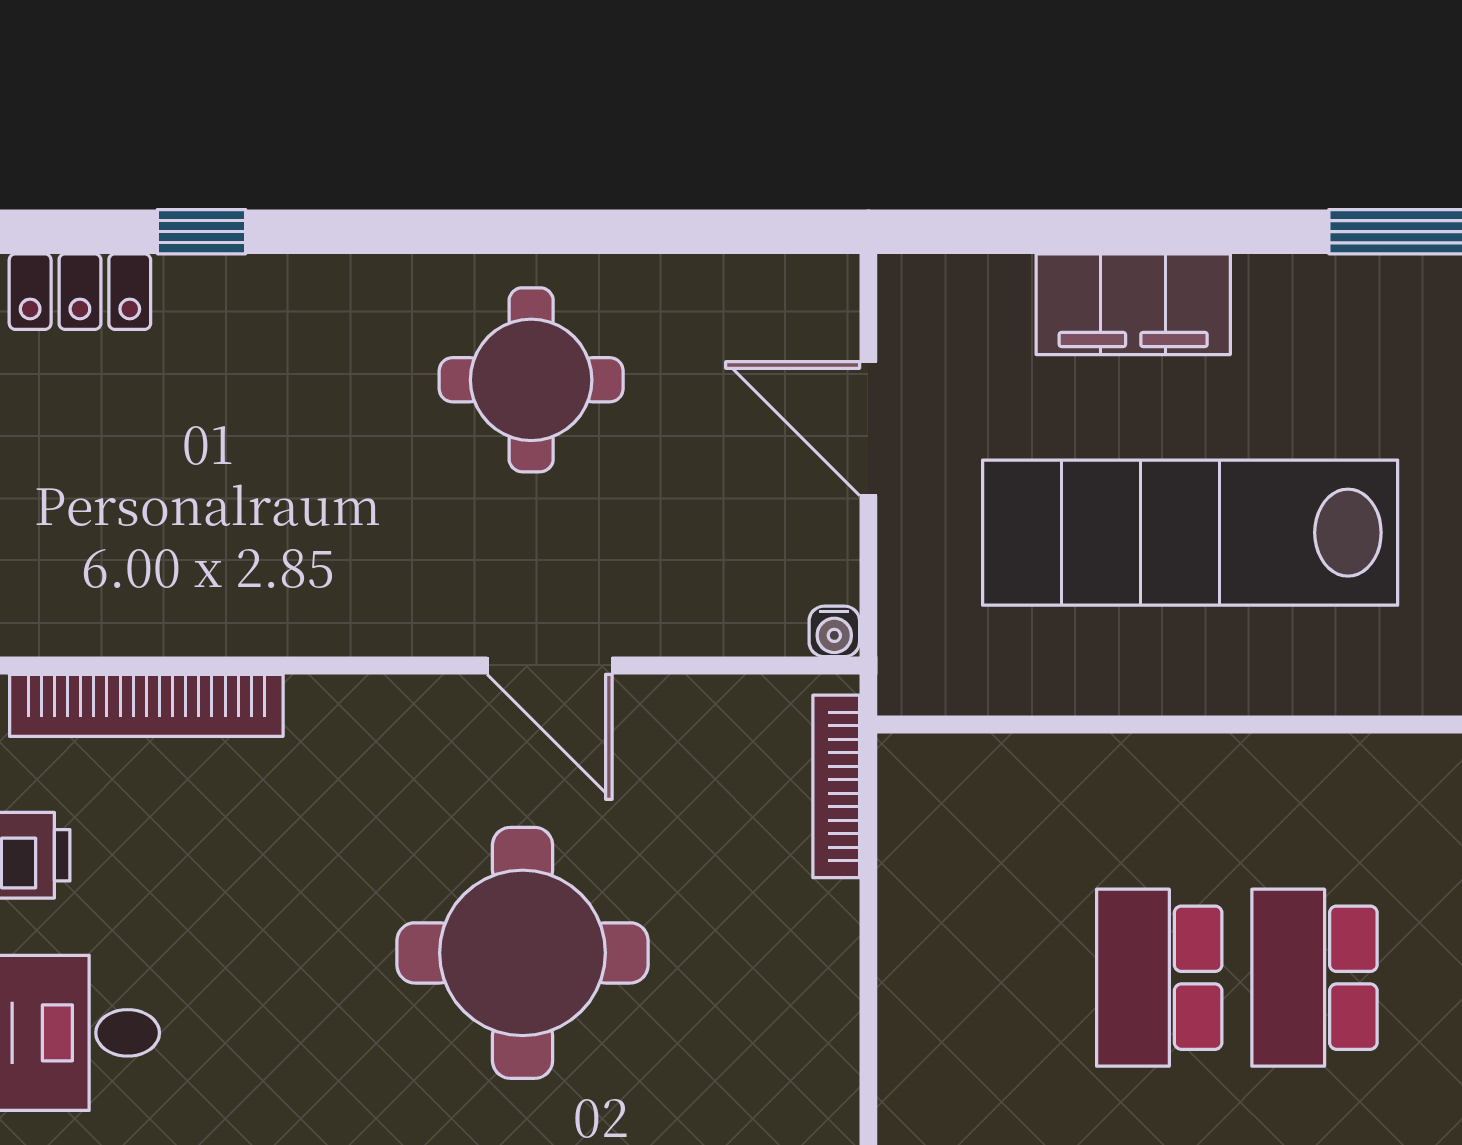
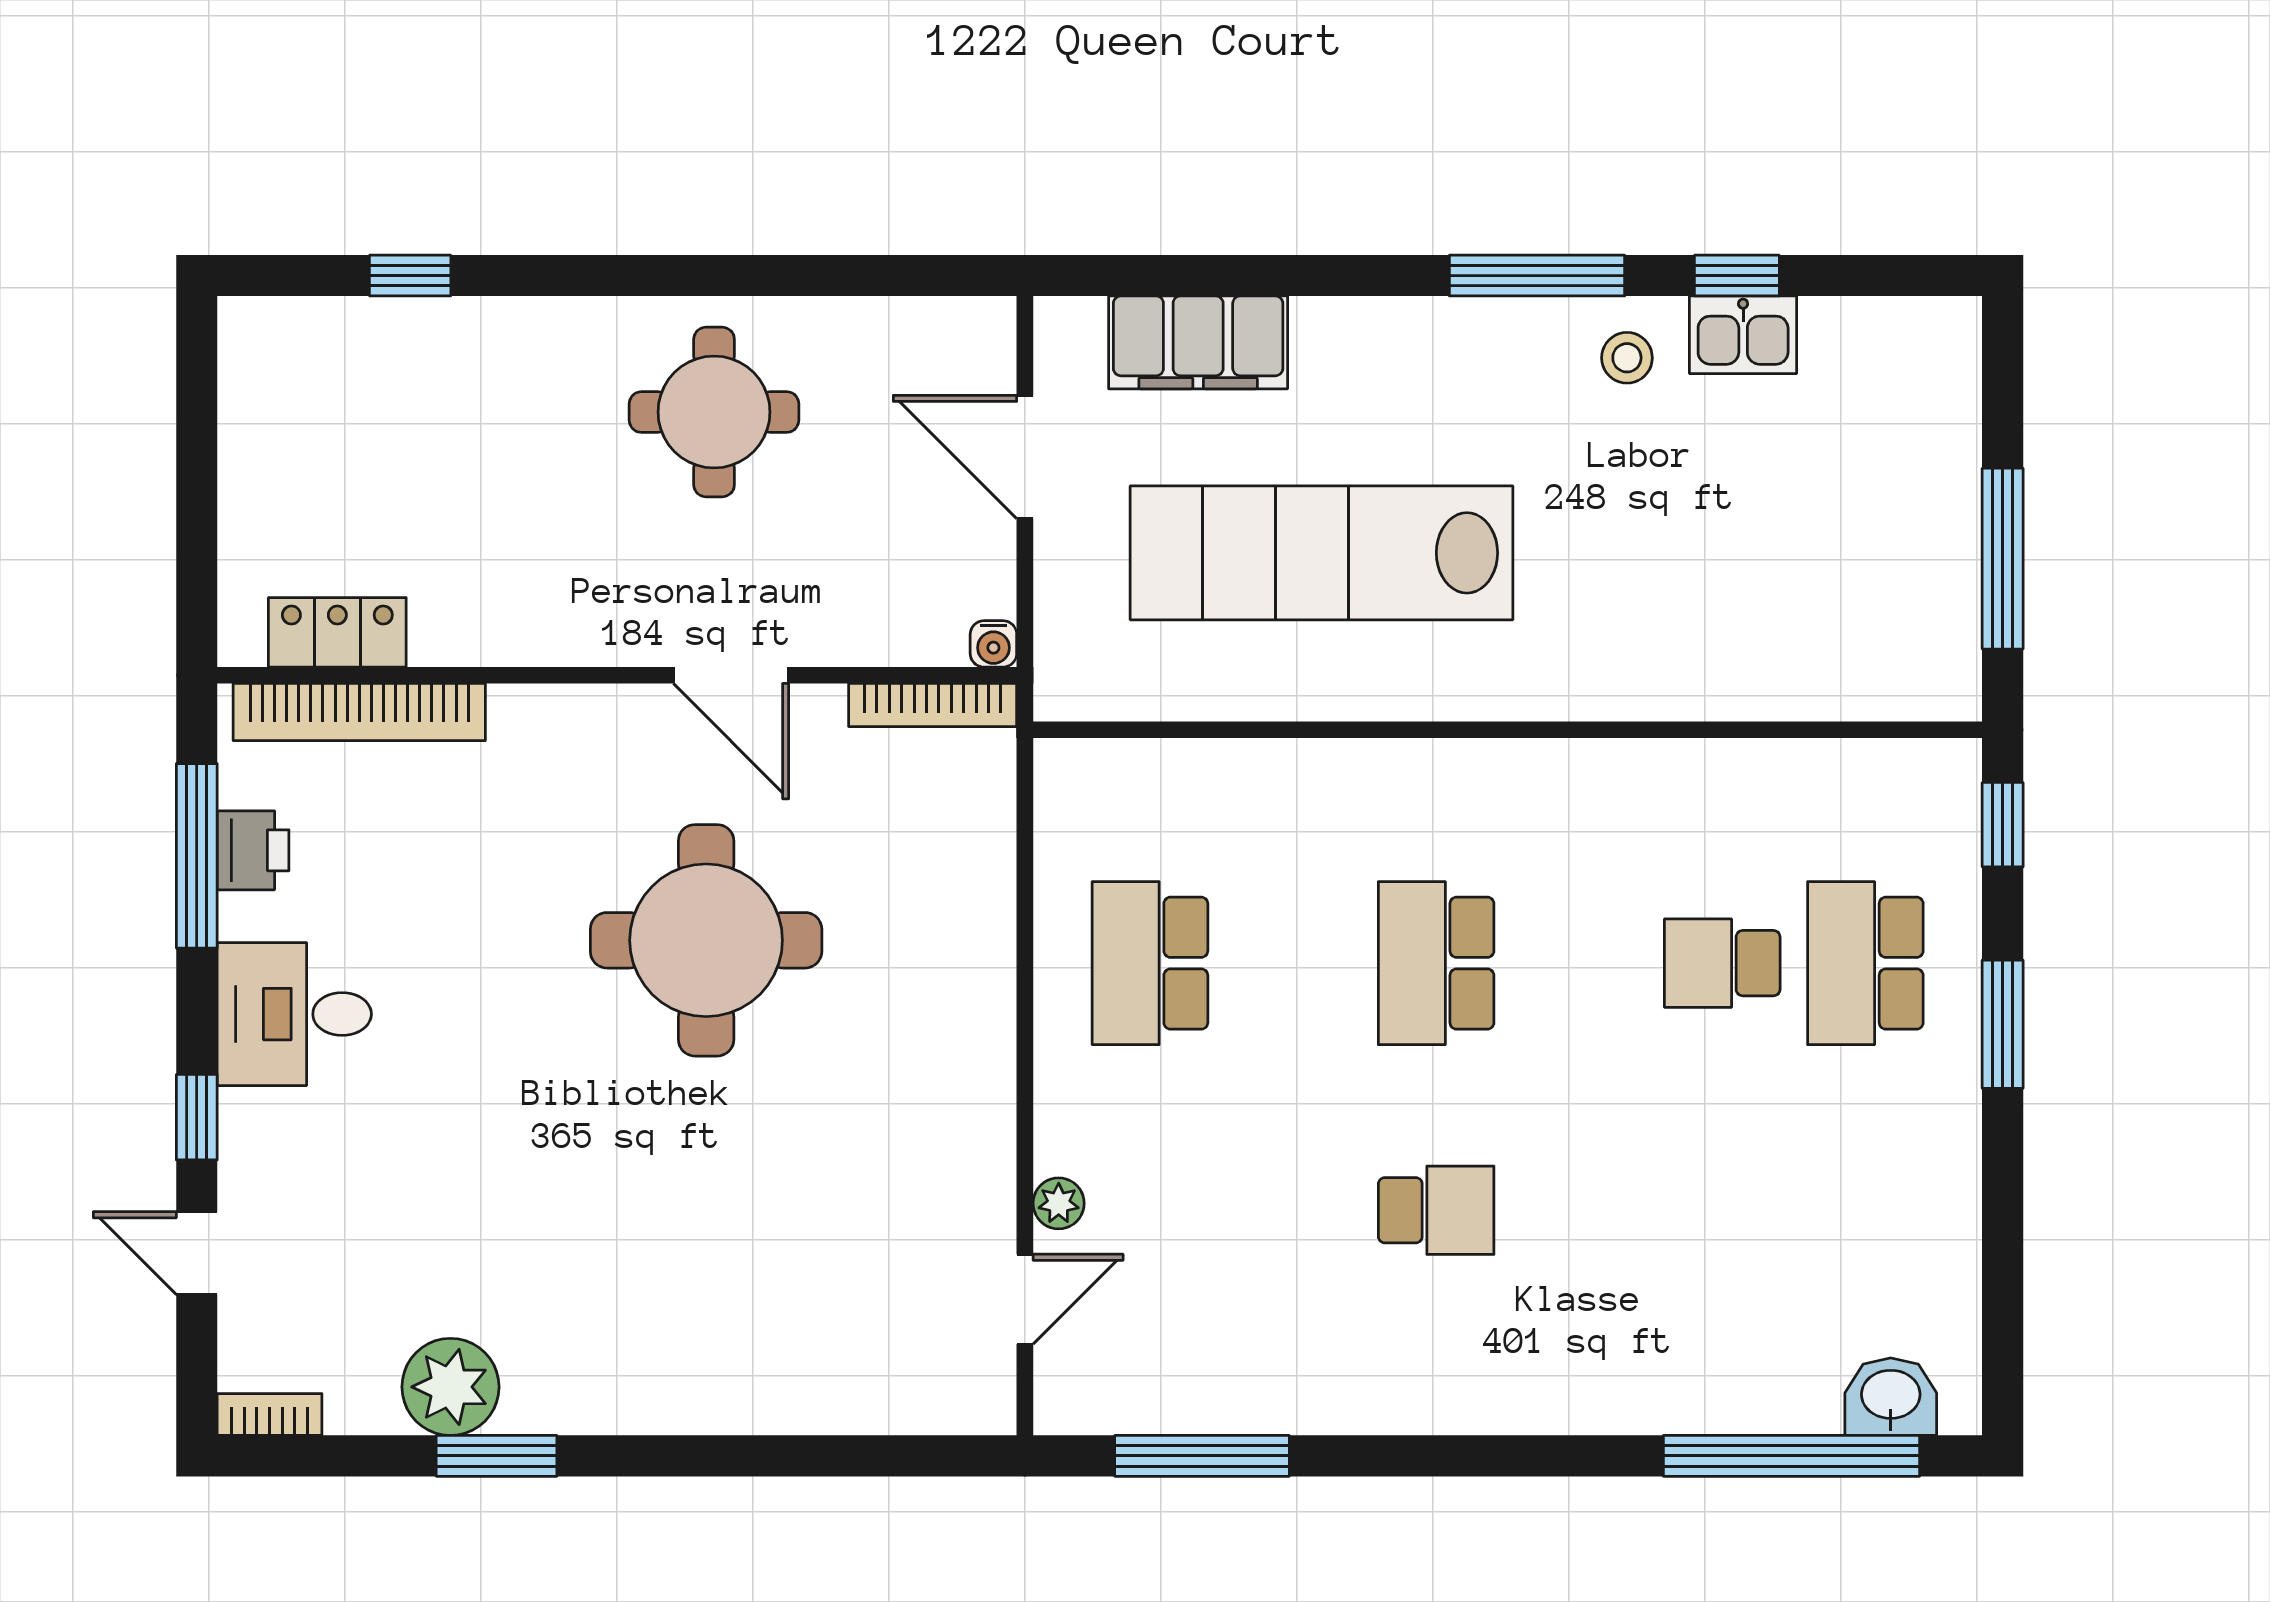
locker: (80, 292) -> (337, 632), moved, turned 180
filing cabinet: (1133, 304) -> (1198, 342), moved
bookcase: (836, 786) -> (933, 705), moved, turned -90
school desk: (1159, 978) -> (1150, 963), moved

